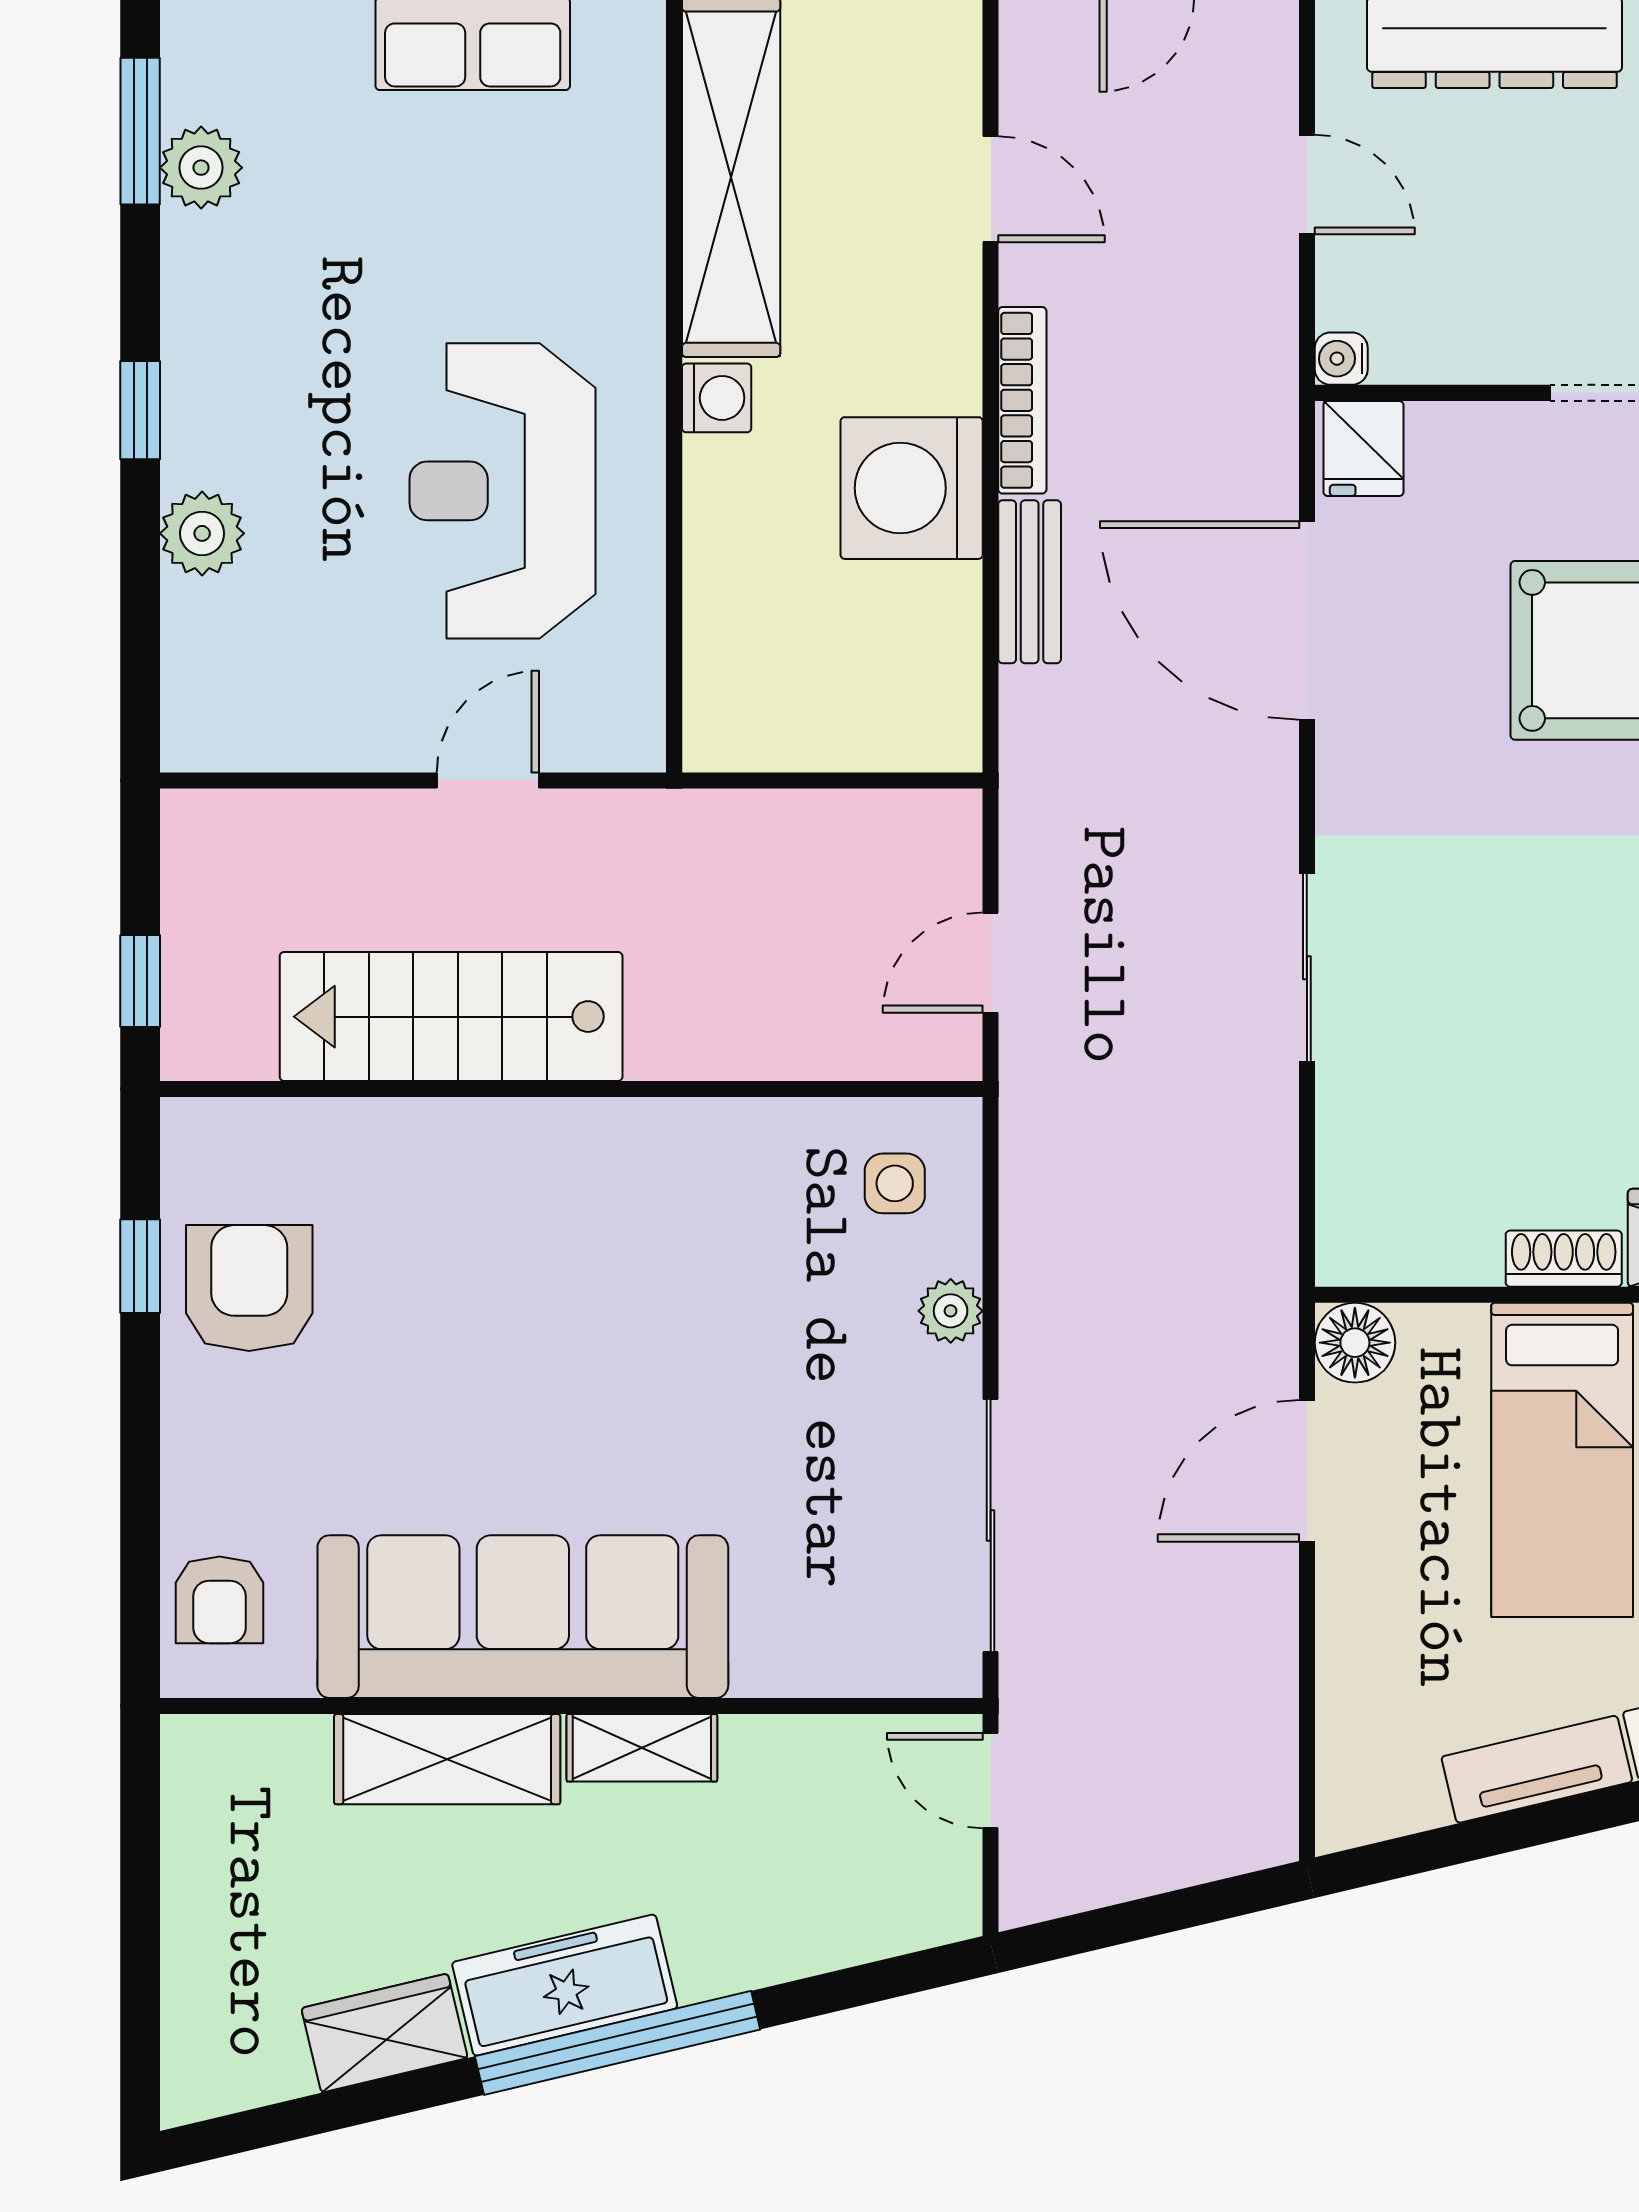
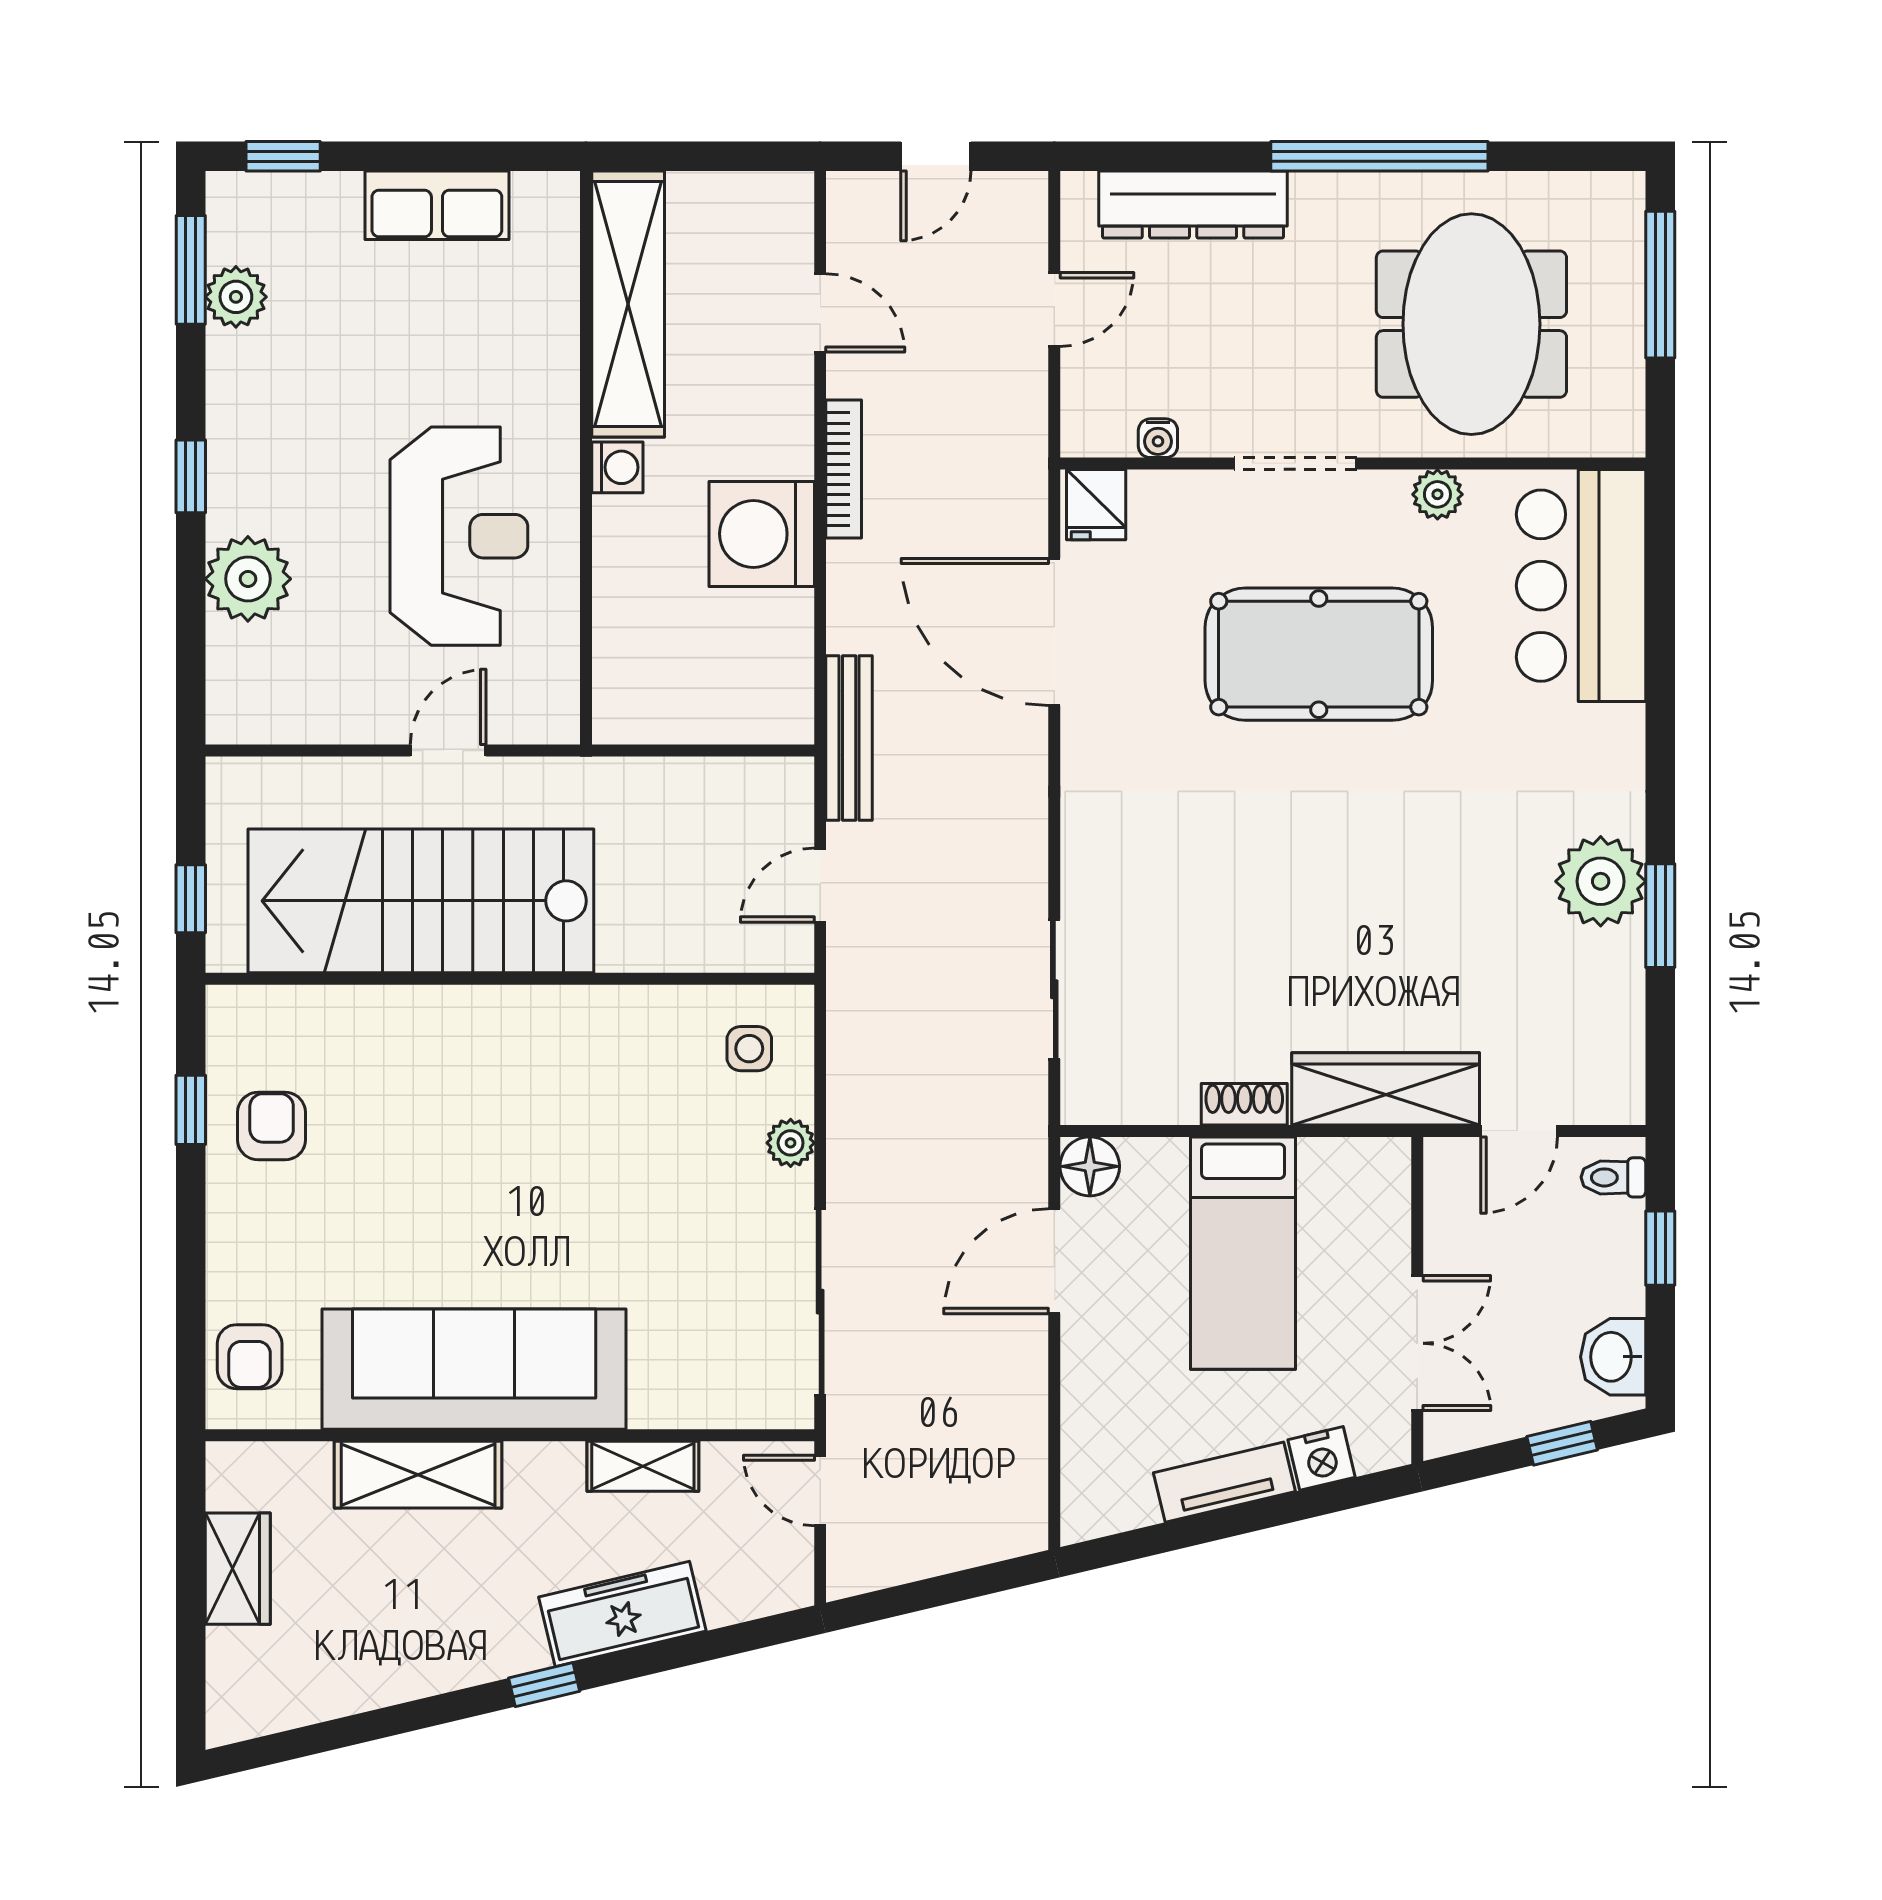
door: (1307, 185) -> (1054, 309), hinge flipped
water cooler: (1341, 359) -> (1158, 438), moved, turned -90
reception desk: (502, 491) -> (459, 536), turned 180
plant: (202, 533) -> (248, 579), width x1.36, depth x1.36
bench: (1030, 582) -> (849, 738), moved, width x1.36
sliding door: (1307, 968) -> (1054, 989), moved
stairs: (451, 1017) -> (421, 901), width x1.36, depth x1.51
armchair: (249, 1288) -> (272, 1126), width x0.72, depth x0.72
shelving: (642, 1748) -> (643, 1466), moved
freezer: (565, 1985) -> (622, 1614), moved
wardrobe: (385, 2033) -> (238, 1569), moved, turned 103
window: (618, 2043) -> (544, 1685), width x0.32

